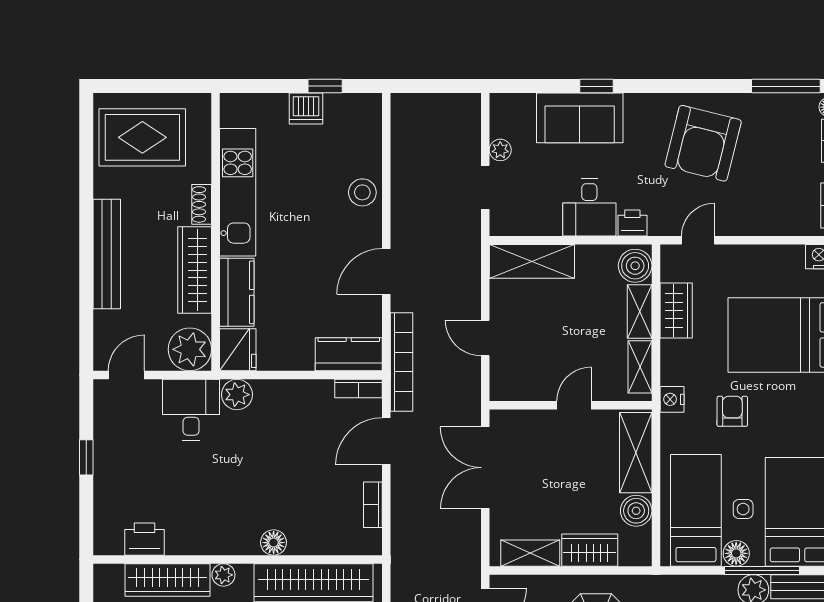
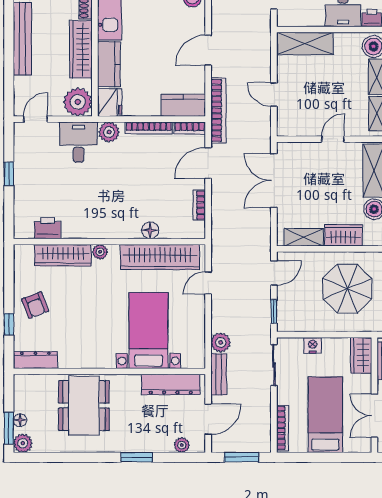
bookcase: (297, 388) -> (149, 128), added
floor lamp: (274, 543) -> (150, 230), moved

